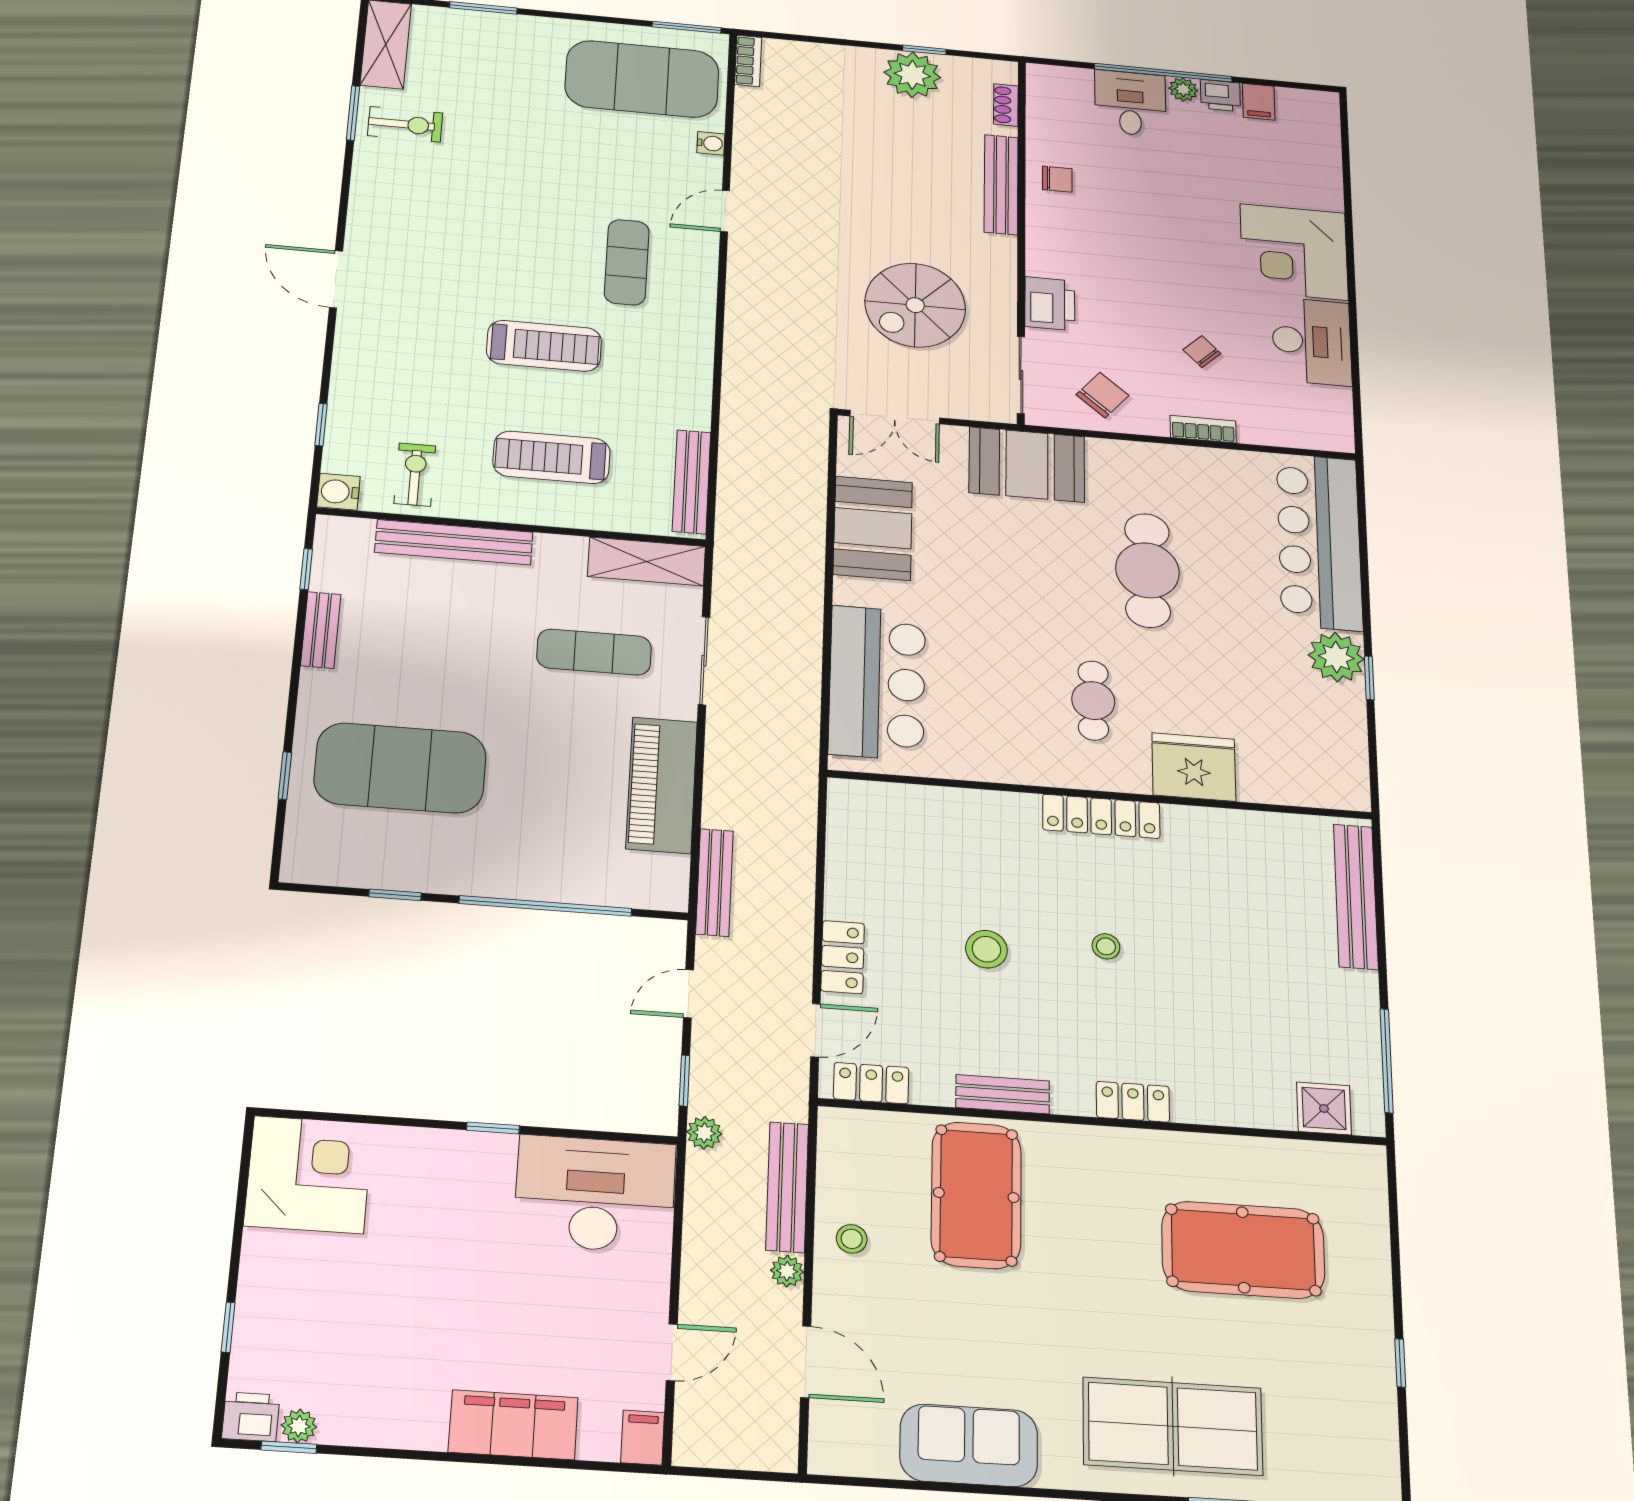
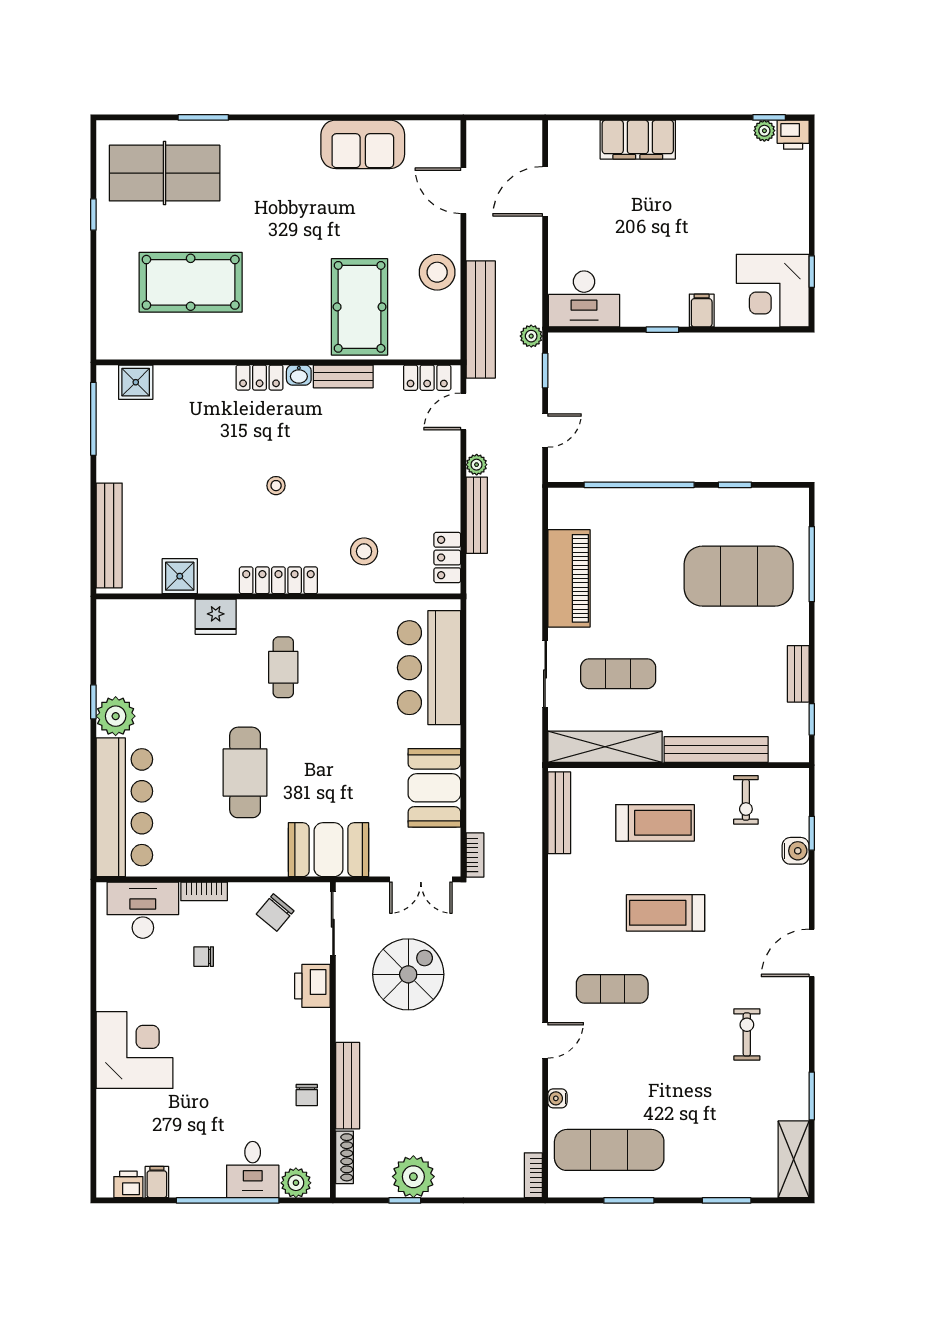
window: (687, 27) -> (629, 1200), moved
exercise mat: (642, 79) -> (609, 1150), width x0.68
plant: (1183, 89) -> (296, 1183), moved, width x1.38, depth x1.38
printer: (1220, 95) -> (128, 1184), moved
shoe rack: (1006, 105) -> (344, 1157), width x1.43
exercise bike: (405, 124) -> (747, 1034), moved, turned 90
chair: (1057, 179) -> (307, 1095), turned -90
exercise mat: (627, 262) -> (612, 989), turned 90
door: (336, 279) -> (812, 953), swing flipped
desk: (1312, 341) -> (143, 910), moved, turned 90
chair: (1202, 352) -> (204, 957), turned 134
double door: (895, 417) -> (421, 879), swing flipped
bookcase: (816, 440) -> (475, 855), added
water cooler: (338, 492) -> (796, 851), moved
shelving: (647, 561) -> (605, 747), width x1.47
fridge: (1194, 767) -> (216, 617), width x0.73, depth x0.75
window: (285, 776) -> (812, 564), width x2.17
shower: (1249, 833) -> (180, 576), added
bench: (714, 882) -> (477, 515), moved
stool: (986, 949) -> (364, 551), moved
locker: (843, 957) -> (447, 558), moved
washbasin: (1072, 1101) -> (299, 375), added
bench: (787, 1187) -> (481, 319), width x1.37, depth x1.21
desk: (595, 1194) -> (584, 299), width x0.73, depth x0.77
stool: (852, 1239) -> (437, 272), width x1.89, depth x1.89
plant: (787, 1271) -> (477, 465), moved
window: (228, 1327) -> (812, 272), moved
door: (672, 1352) -> (545, 191), width x1.38
table tennis table: (1173, 1426) -> (165, 173), moved
filing cabinet: (643, 1438) -> (702, 310), moved, turned 180

